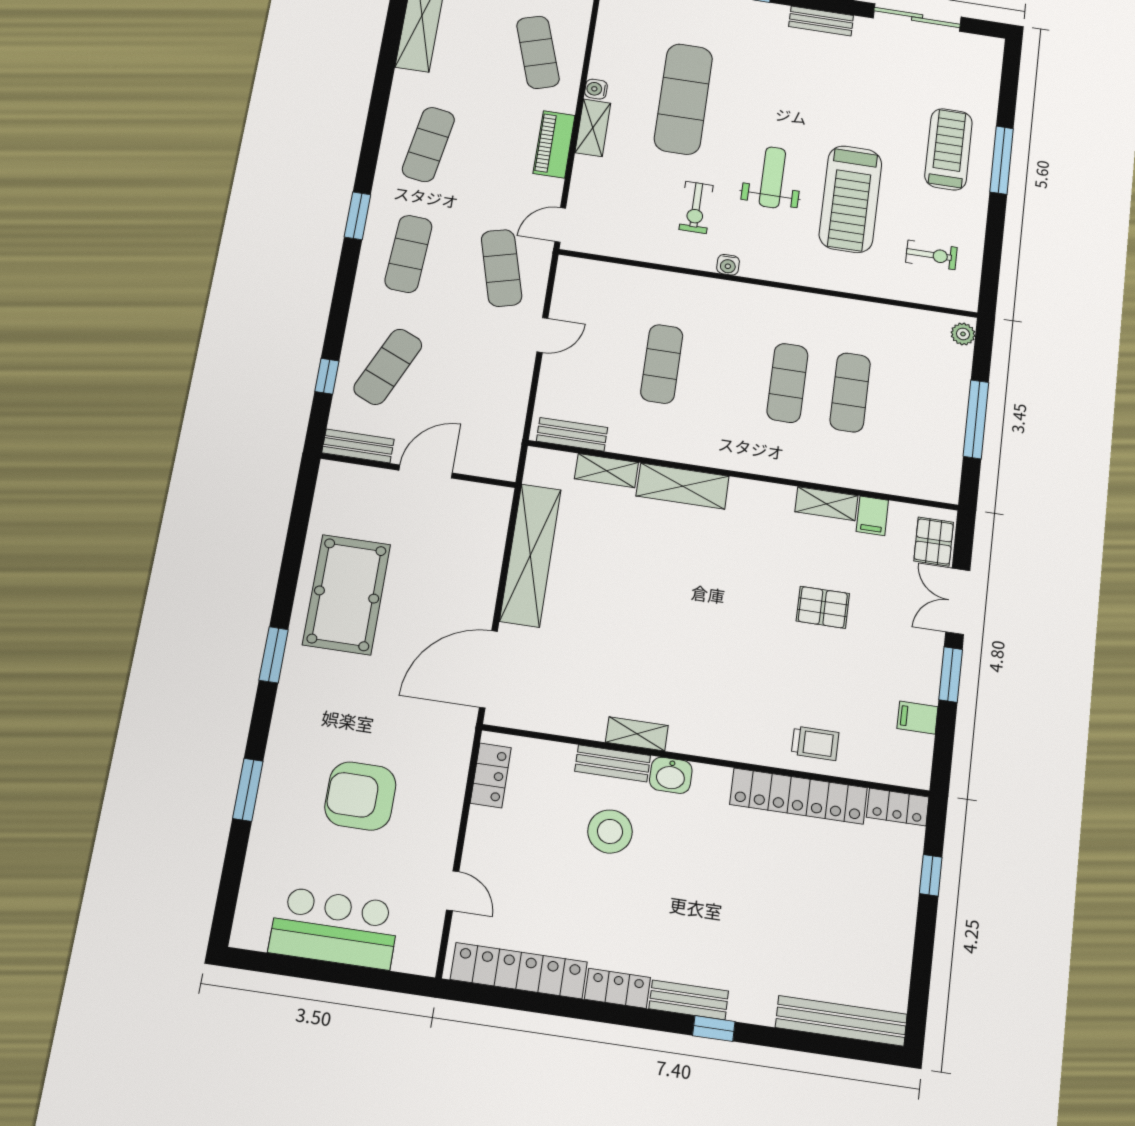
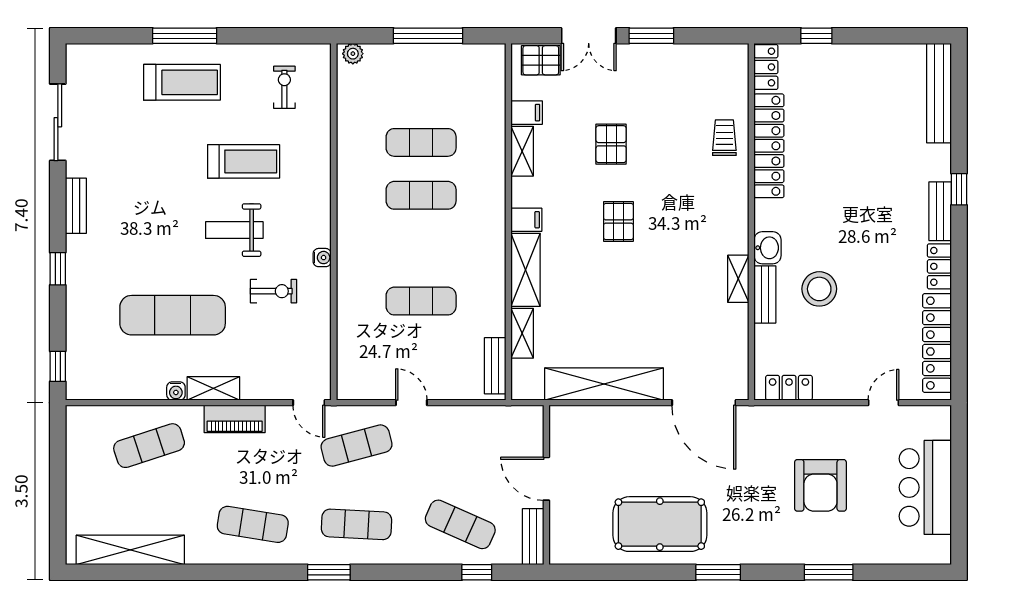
treadmill: (949, 149) -> (182, 82), turned 180
treadmill: (850, 199) -> (244, 161), width x0.73, depth x0.73
pallet: (727, 602) -> (618, 222), added
filing cabinet: (917, 718) -> (526, 220), moved, turned -90

